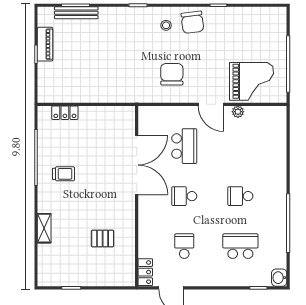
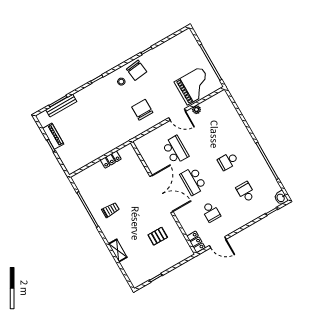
locker: (65, 113) -> (111, 160), moved
double door: (137, 165) -> (161, 194), moved
school desk: (184, 196) -> (193, 181), width x1.85
school desk: (184, 246) -> (211, 212), turned 180
school desk: (240, 246) -> (246, 192), width x0.54

